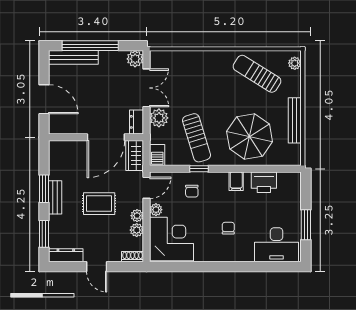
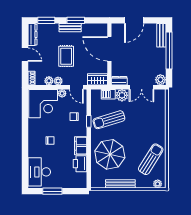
bench: (73, 57) -> (161, 35), width x0.73
door: (106, 137) -> (109, 49), moved
barbecue: (157, 155) -> (108, 94), moved
filing cabinet: (236, 181) -> (81, 146), width x2.00
door: (97, 267) -> (25, 55), swing flipped

